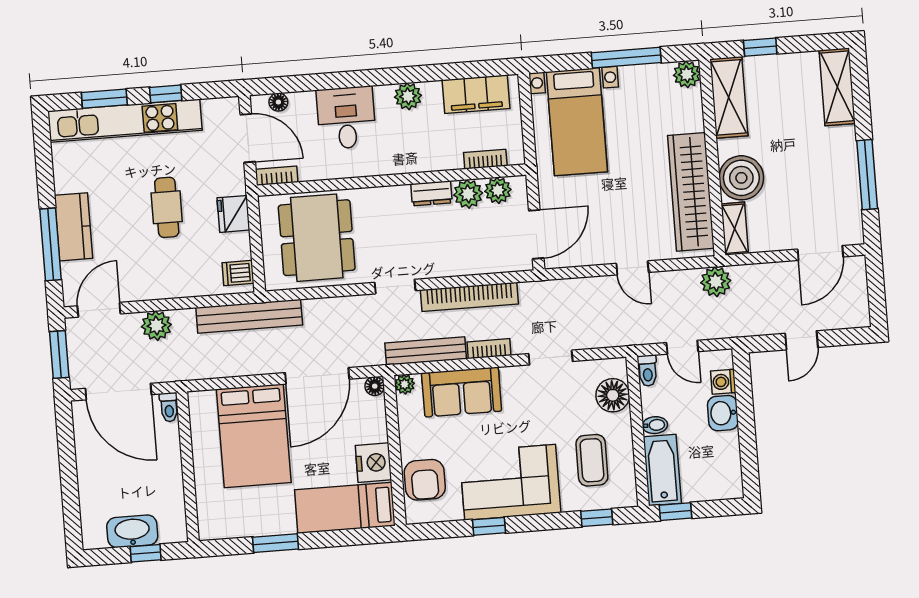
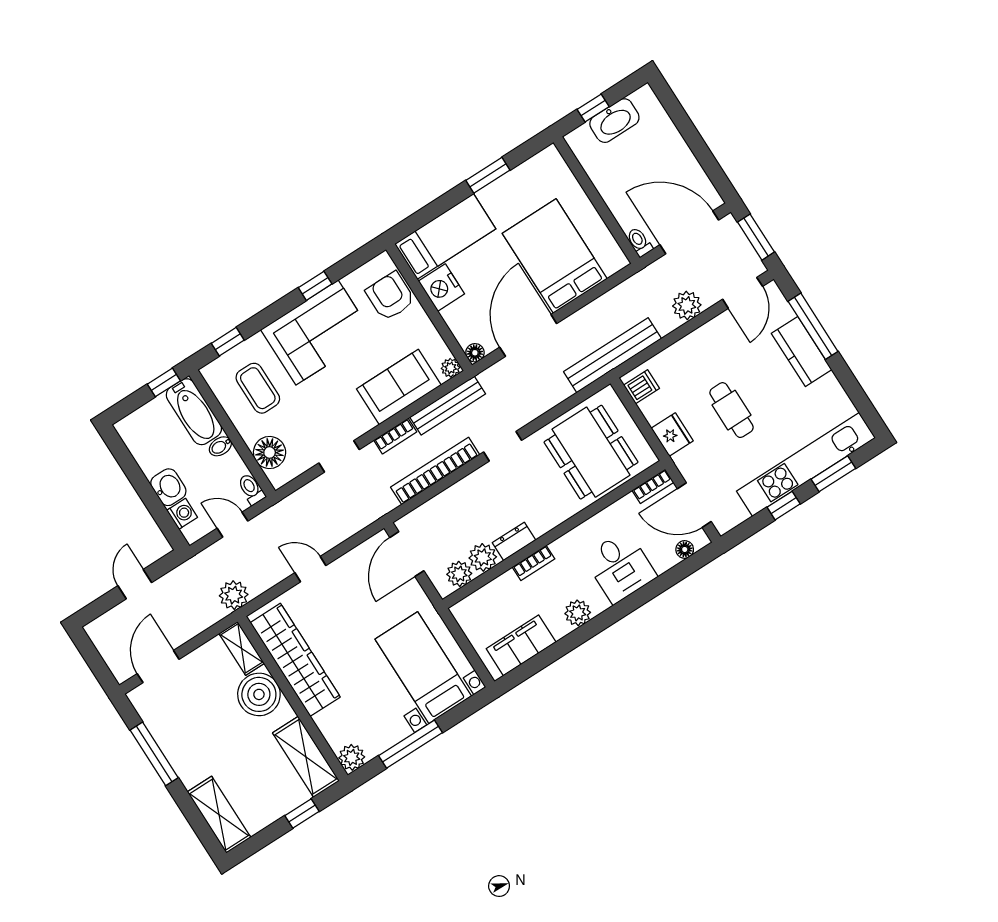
bookcase: (485, 159) -> (533, 563), moved

